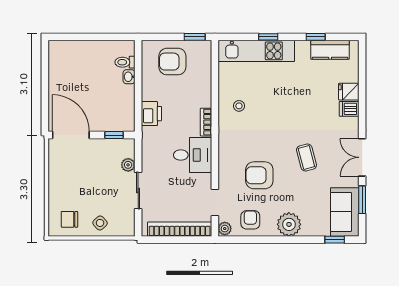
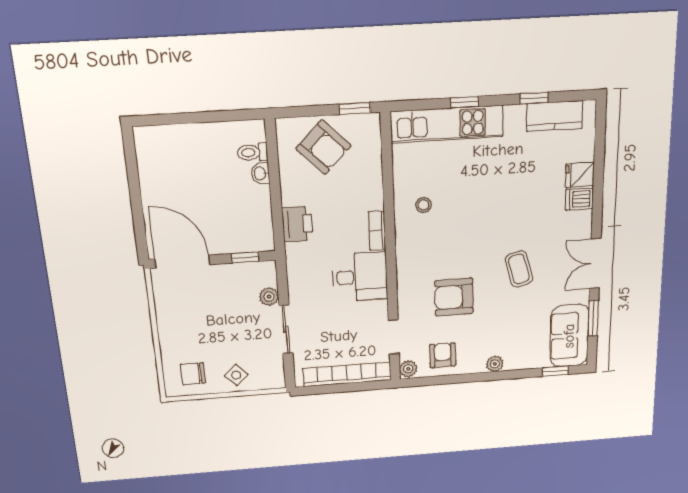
armchair: (172, 62) -> (323, 147), turned -135
plant: (289, 224) -> (495, 364), width x0.53, depth x0.53

